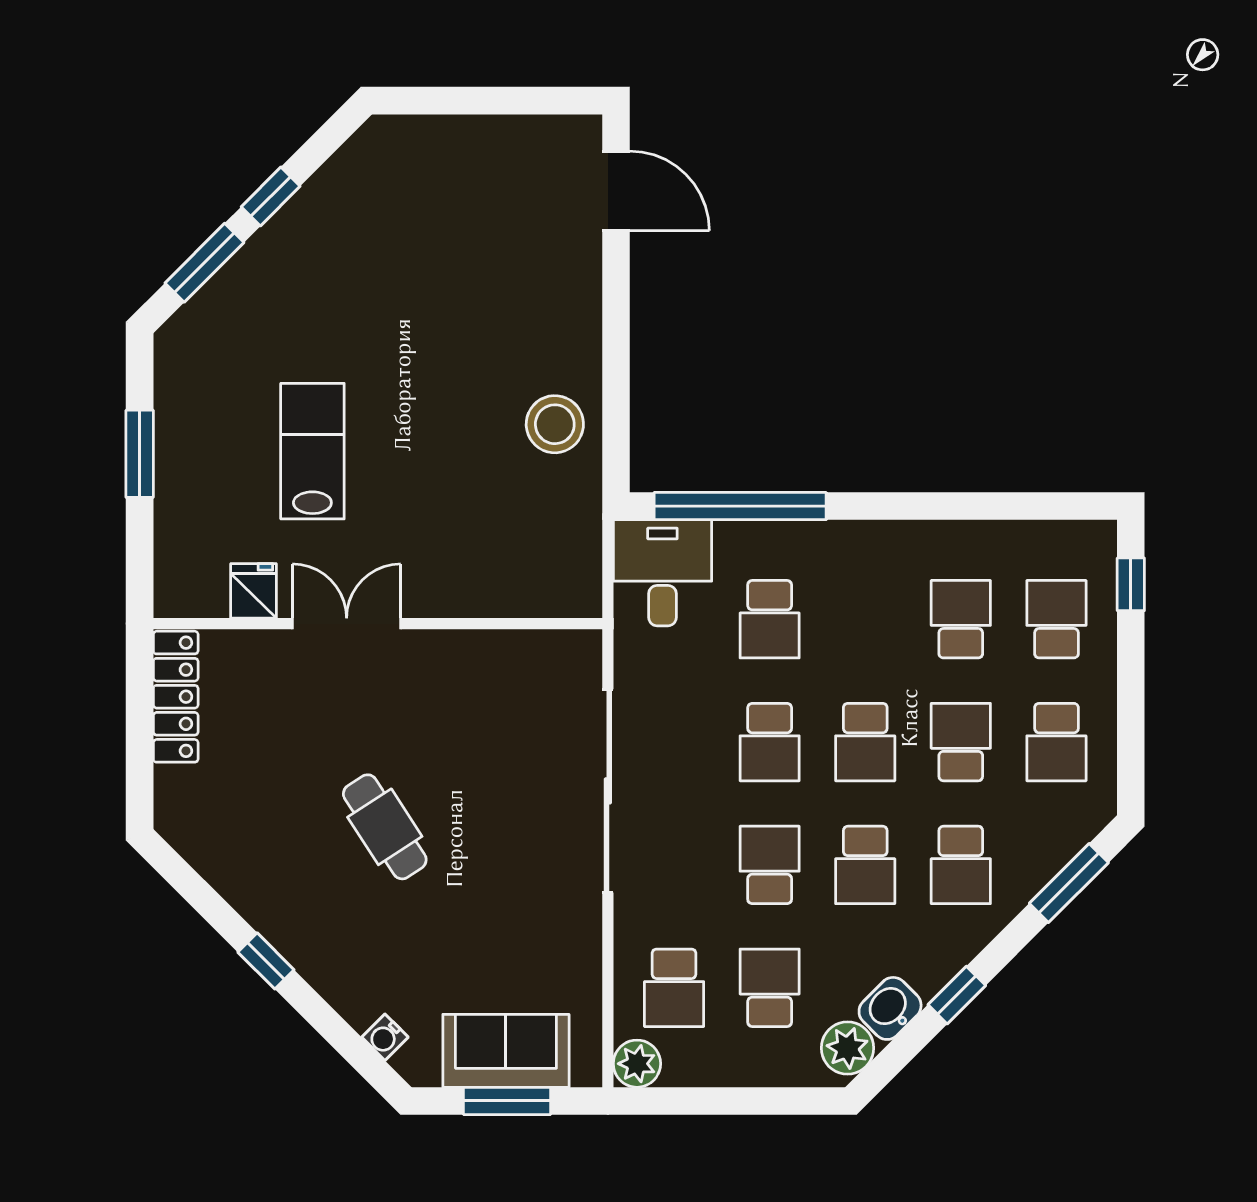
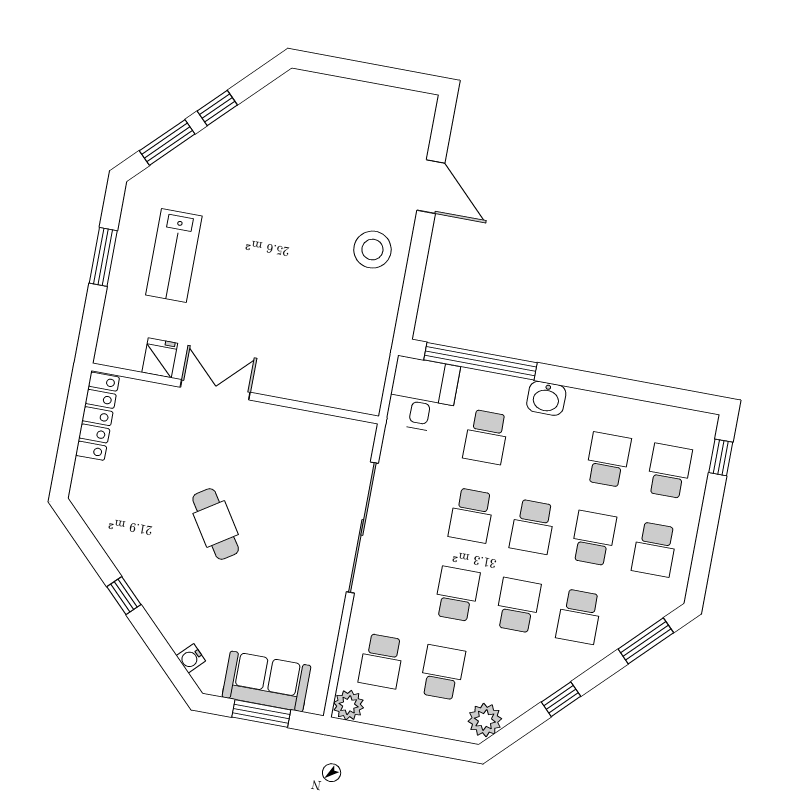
door: (616, 191) -> (431, 187), moved
stool: (555, 424) -> (372, 250), moved
lab bench: (312, 451) -> (174, 255), moved, turned 180
school desk: (865, 865) -> (518, 605), turned 180
washbasin: (890, 1008) -> (546, 398), moved, turned -135

